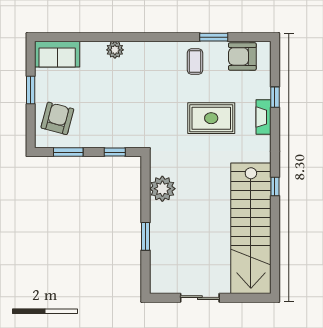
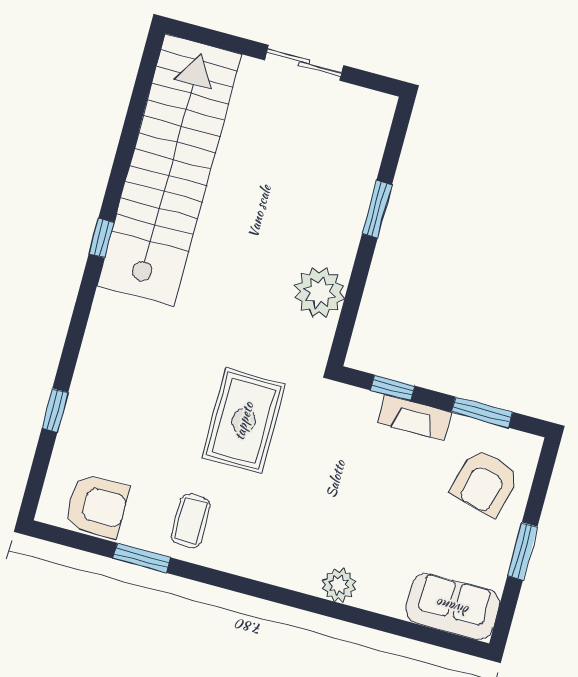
fireplace: (264, 117) -> (415, 418), moved, turned 90
rug: (211, 118) -> (244, 421), moved, turned 90

